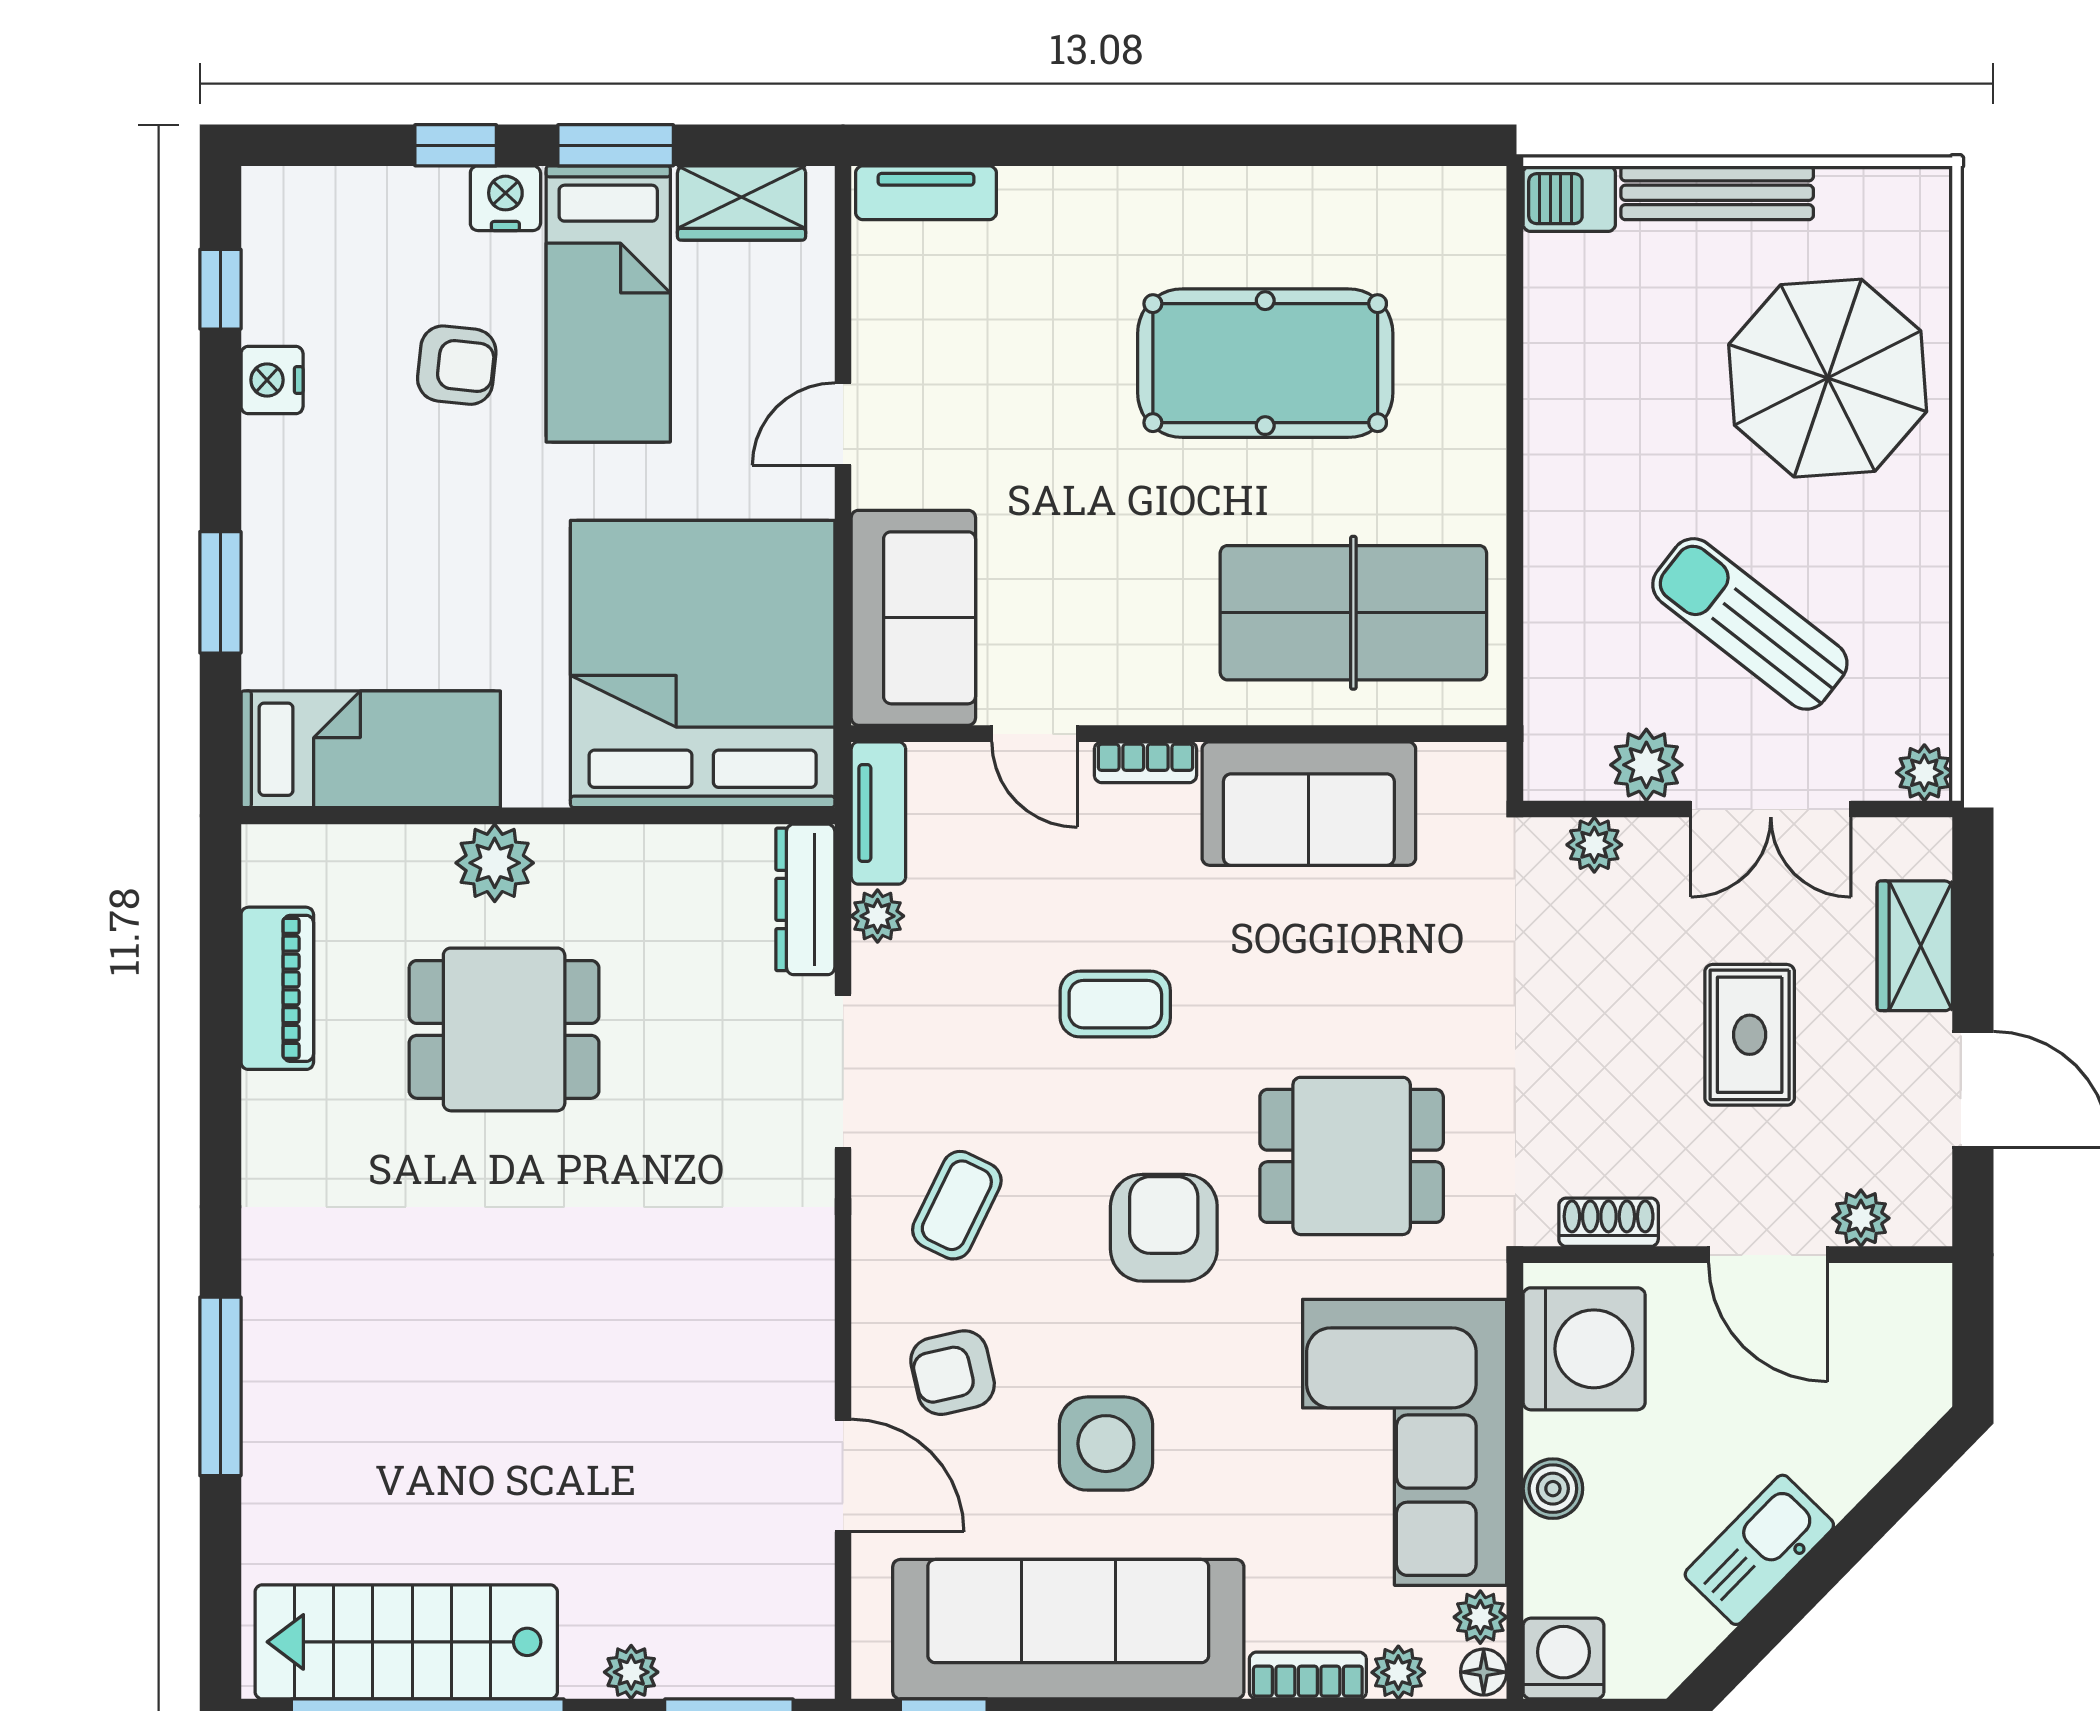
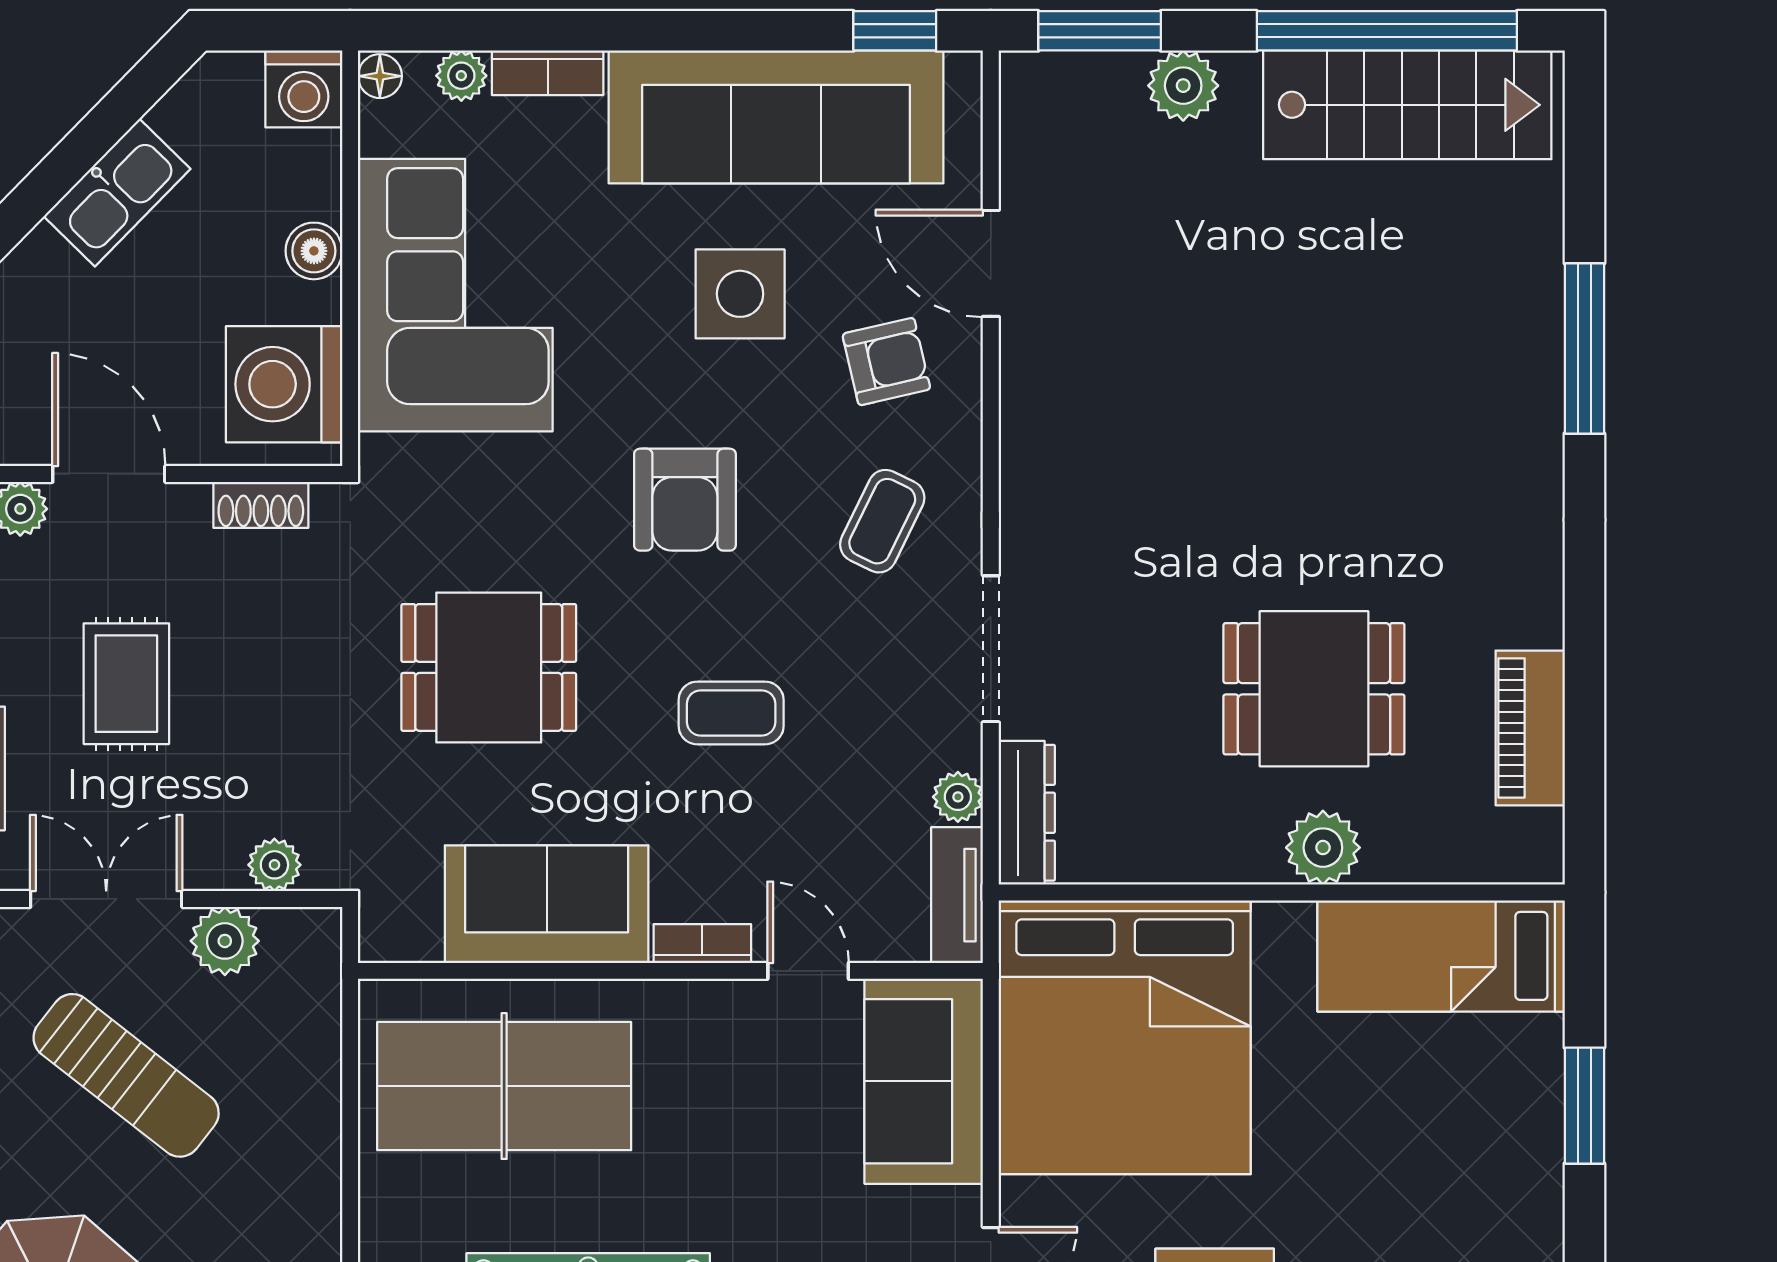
dining table: (1352, 1156) -> (489, 667), moved
plant: (1480, 1617) -> (383, 128), removed
plant: (631, 1672) -> (1183, 86), width x1.38, depth x1.38

